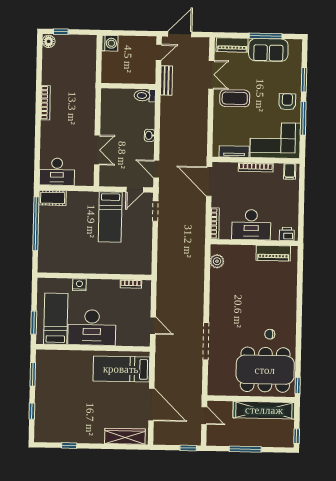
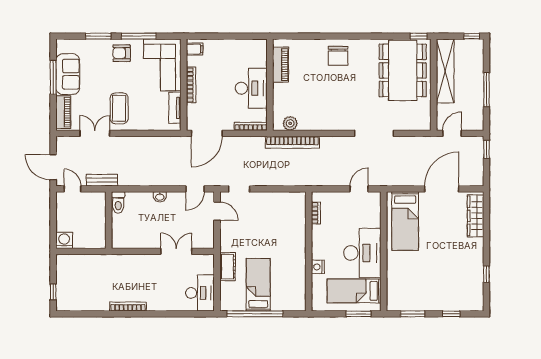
floor lamp: (49, 41) -> (64, 304), removed
cot: (53, 198) -> (227, 267), moved
bed: (110, 217) -> (258, 285), moved, turned -90
printer: (287, 234) -> (260, 51), removed
bookcase: (199, 263) -> (292, 142), added
chair: (270, 334) -> (338, 56), moved, width x1.87, depth x1.87

